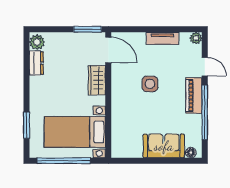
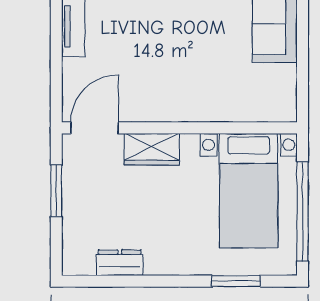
window: (88, 29) -> (56, 191), moved
plant: (37, 42) -> (80, 261), removed
side table: (150, 84) -> (159, 50), removed

